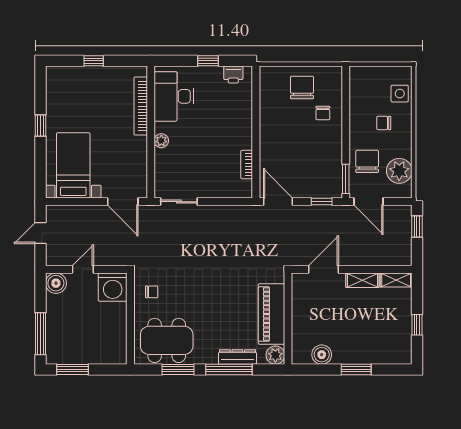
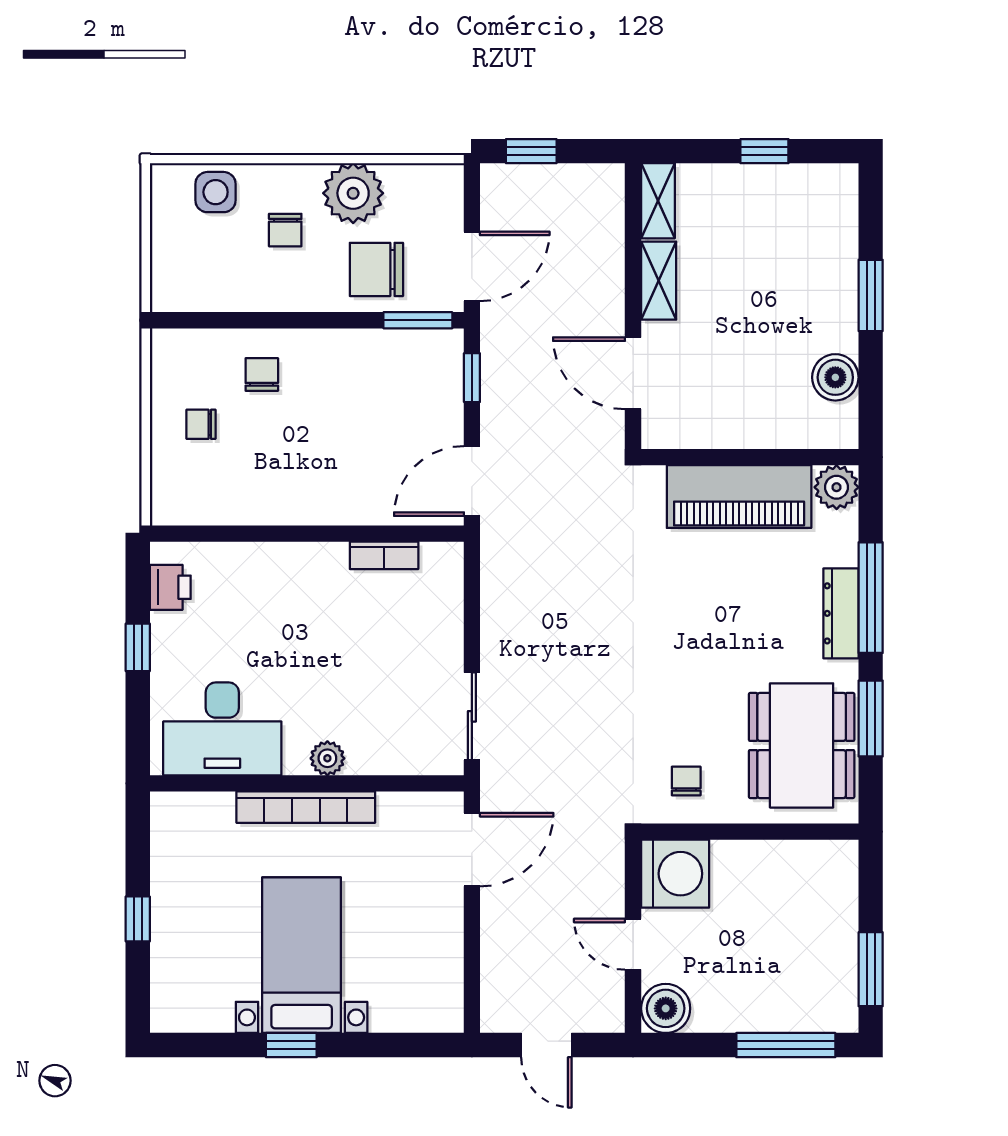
chair: (302, 87) -> (201, 424), width x0.54, depth x0.54
bookcase: (141, 106) -> (306, 807), moved
chair: (323, 113) -> (262, 375), turned -90
bed with nightstands: (73, 165) -> (302, 955), moved, turned 90
plant: (399, 171) -> (353, 193), moved
dresser: (237, 357) -> (841, 613), moved

